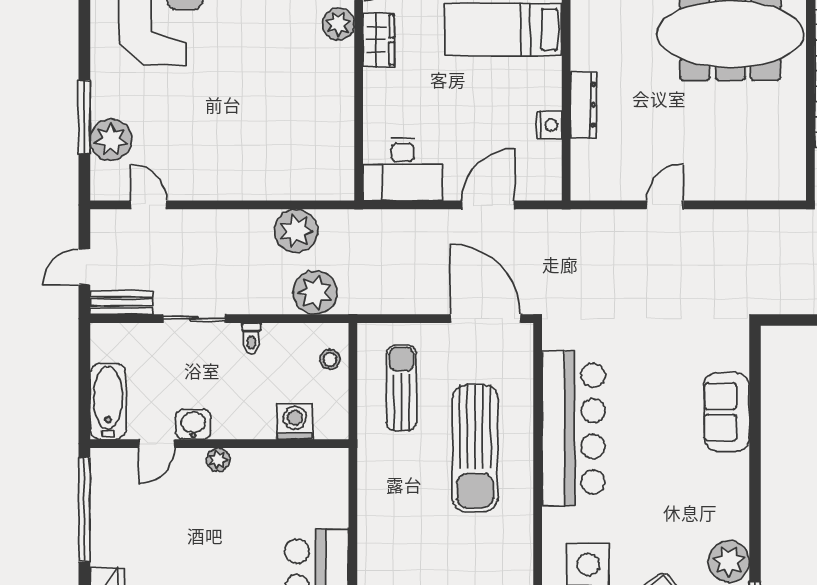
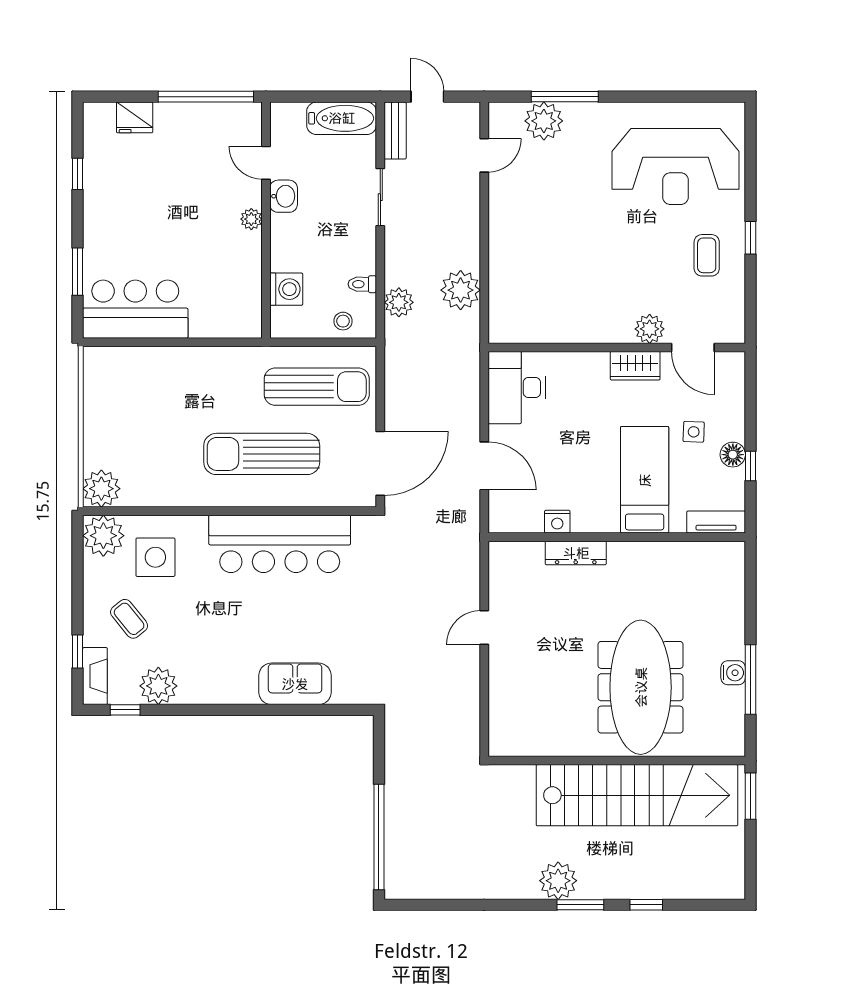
door: (665, 205) -> (484, 628), swing flipped
plant: (315, 293) -> (399, 302), width x0.73, depth x0.73
toilet: (251, 338) -> (362, 284), moved
sun lounger: (401, 388) -> (317, 387), width x1.36, depth x1.34
bathtub: (108, 401) -> (342, 118), moved

